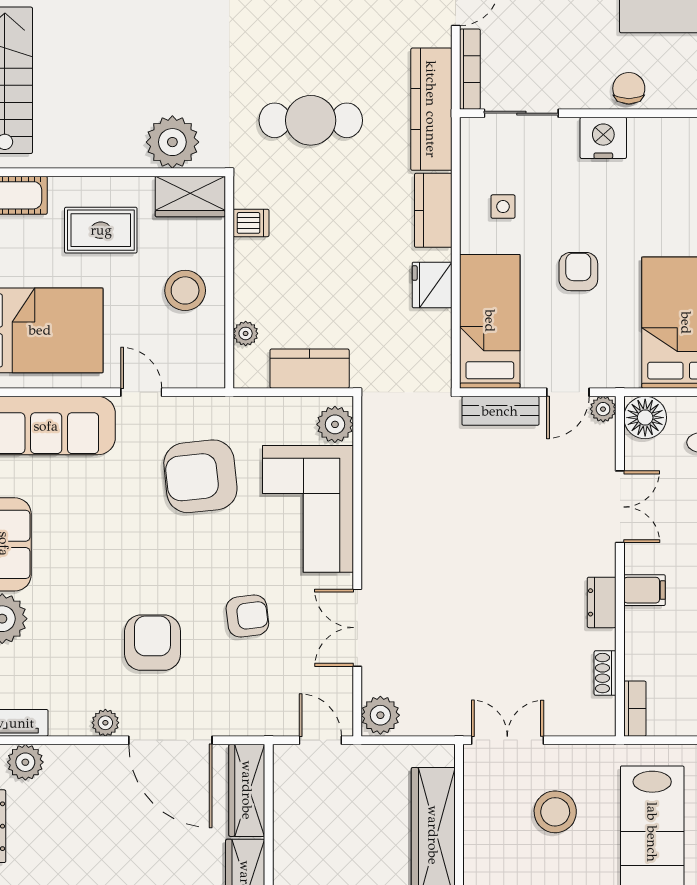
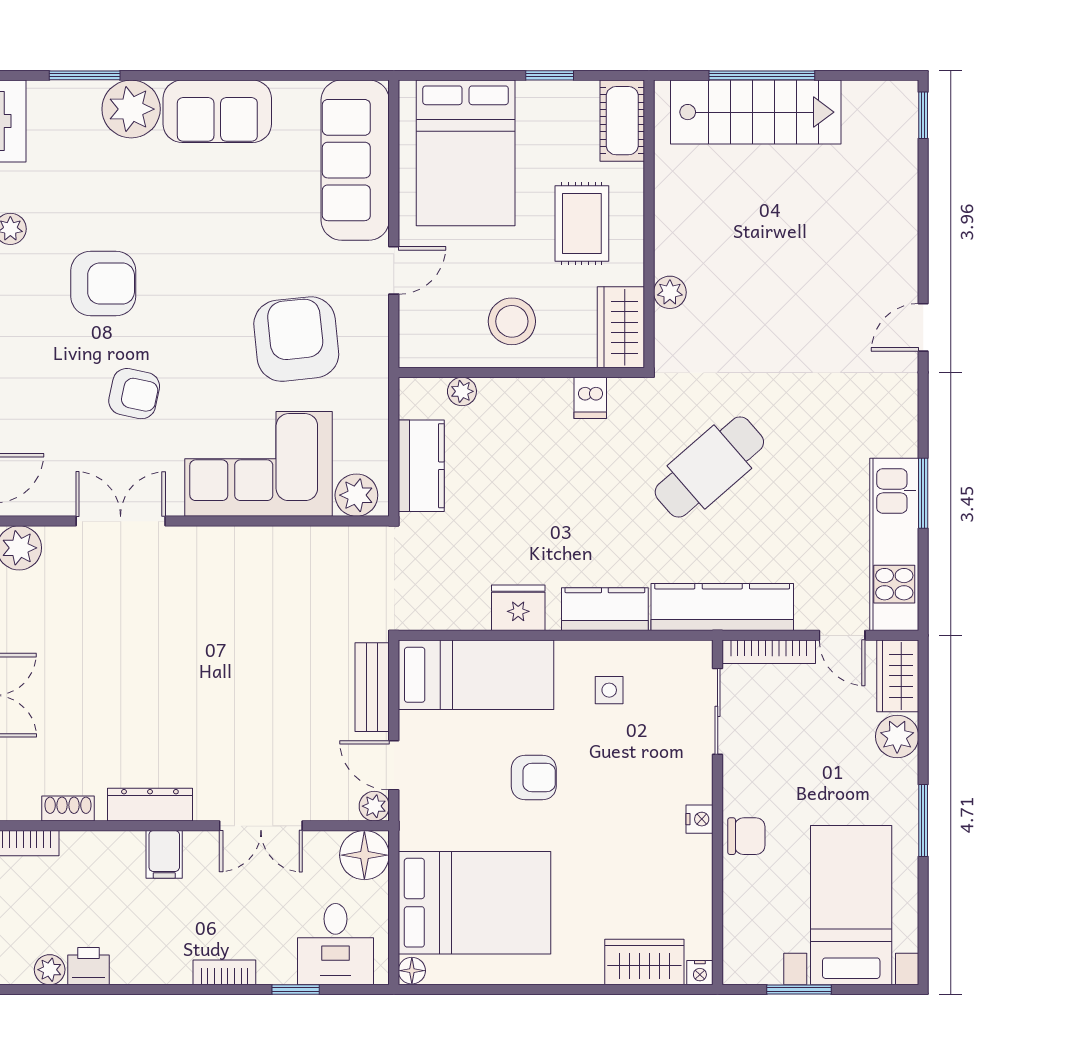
cafe table: (311, 120) -> (709, 467), turned 49
nightstand: (603, 138) -> (700, 819), width x0.53, depth x0.56
plant: (172, 142) -> (670, 292), width x0.53, depth x0.53
dresser: (602, 602) -> (150, 805), width x1.44
armchair: (247, 616) -> (134, 394), turned -71

